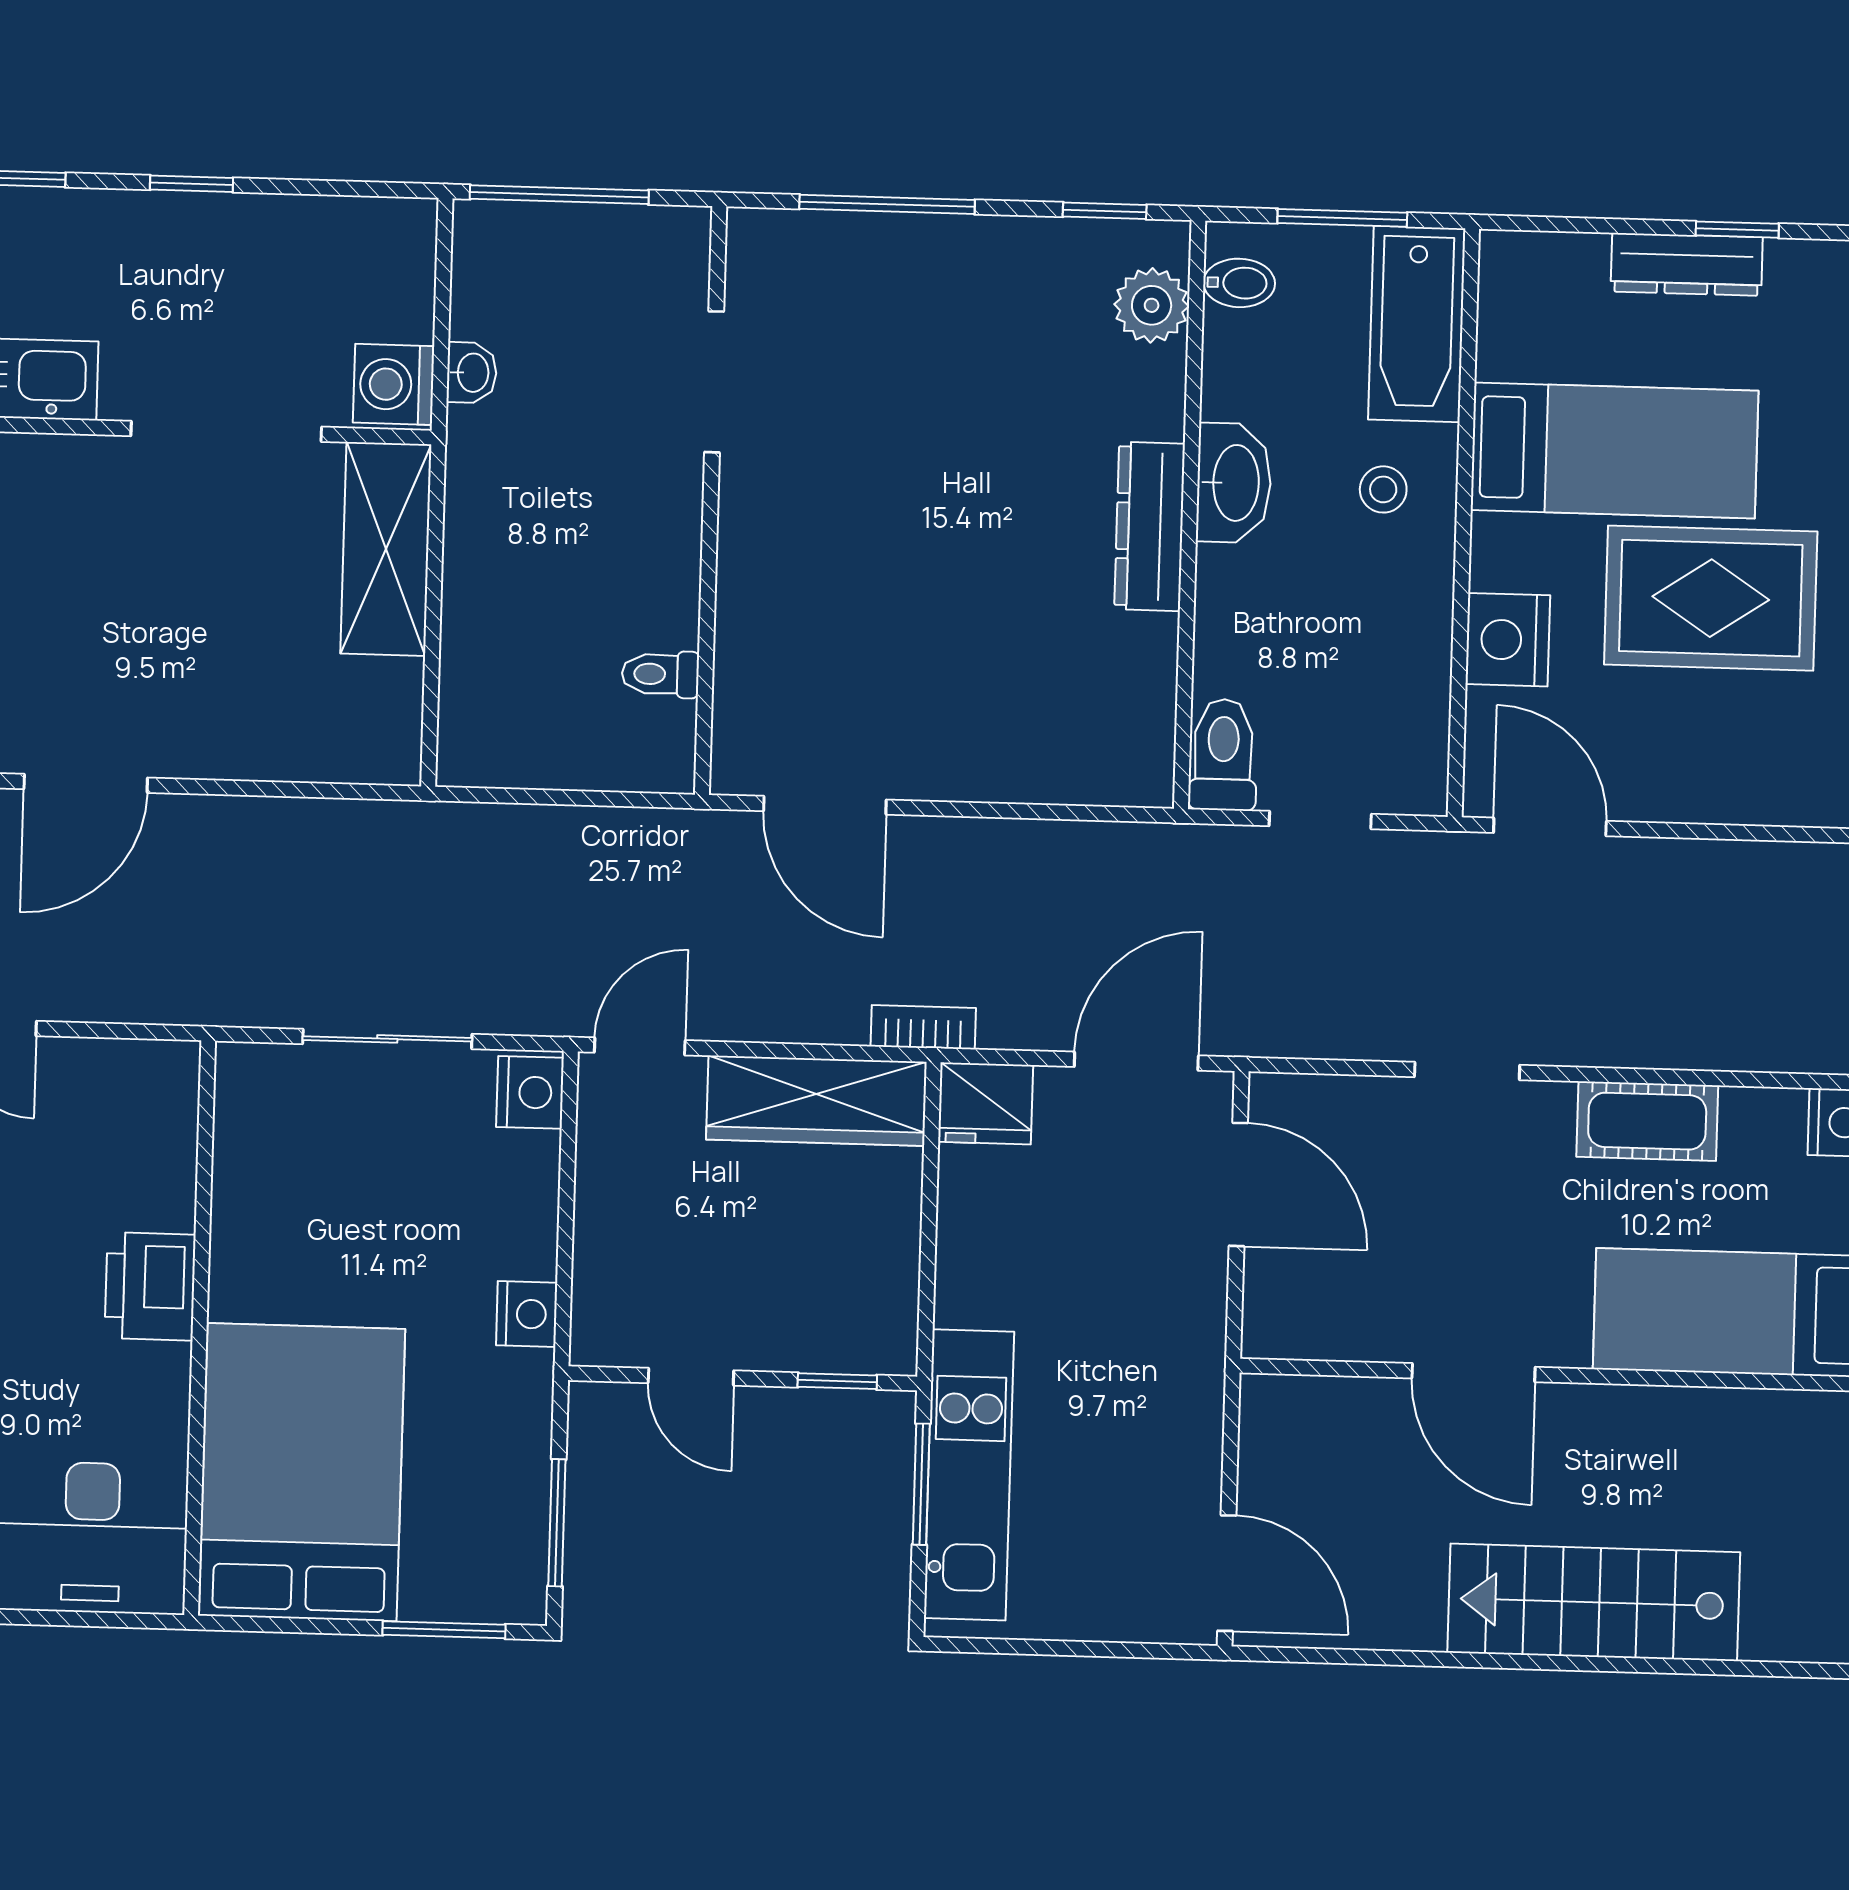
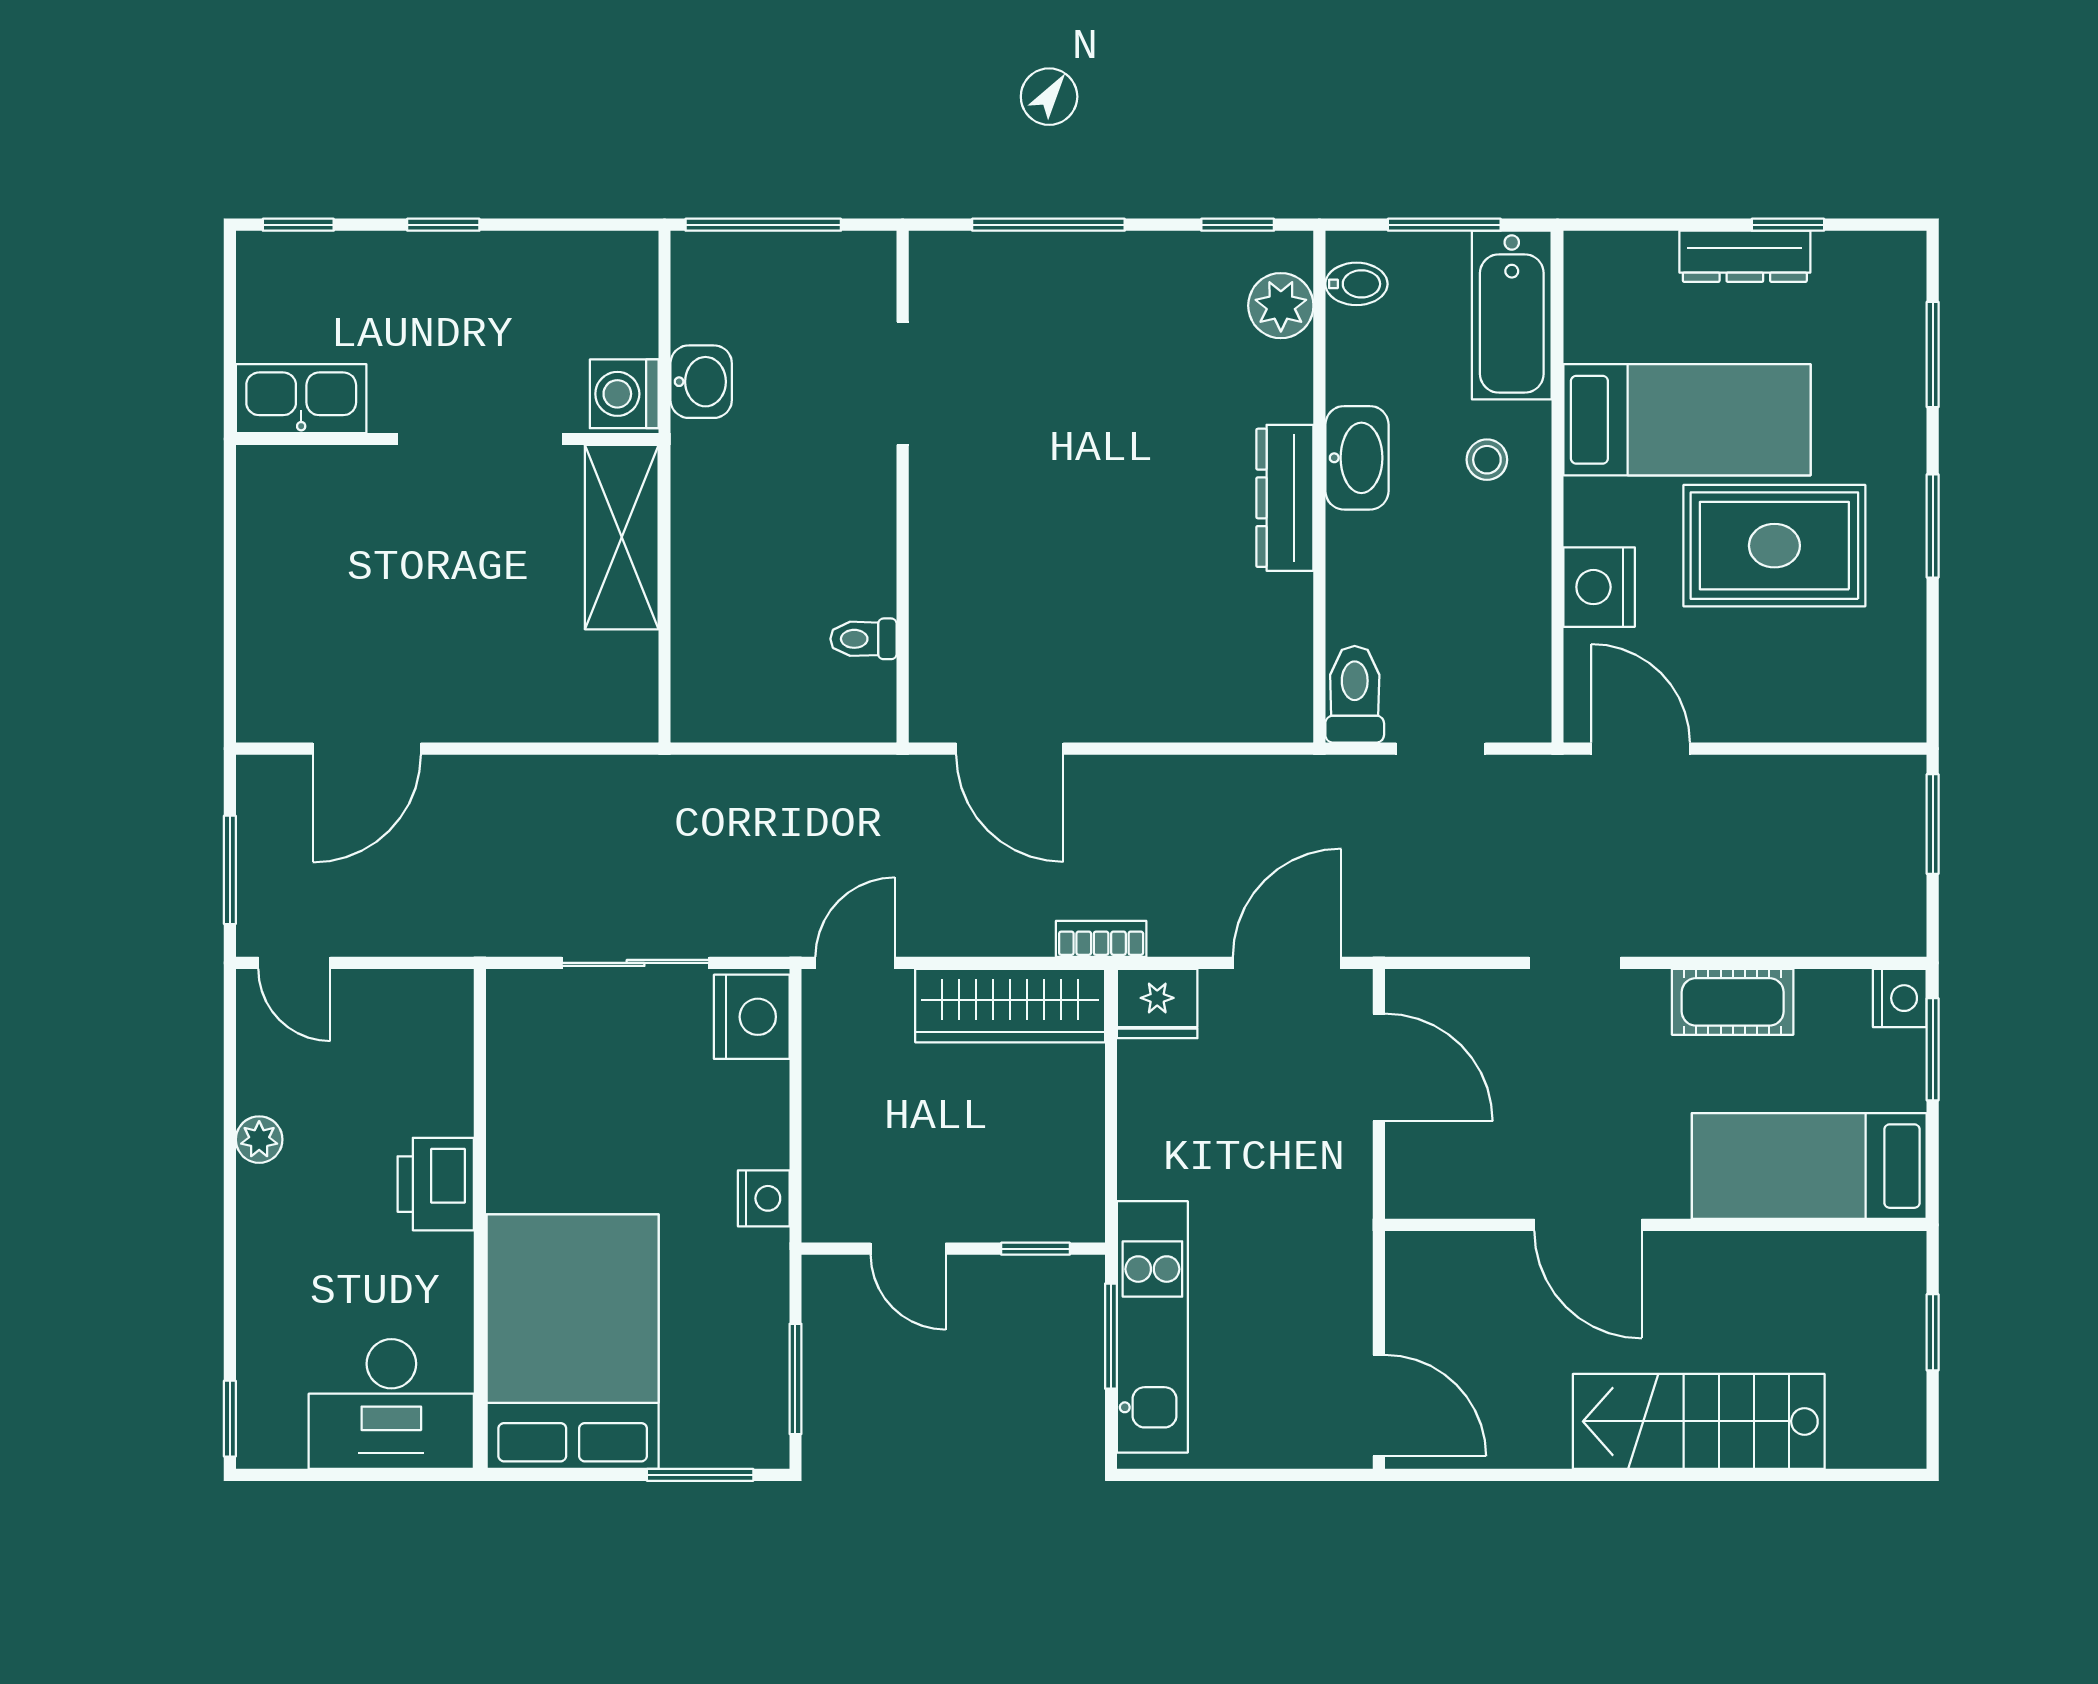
washbasin: (472, 373) -> (701, 382), width x1.38, depth x1.45
nightstand: (530, 1092) -> (752, 1017), width x1.36, depth x1.33

